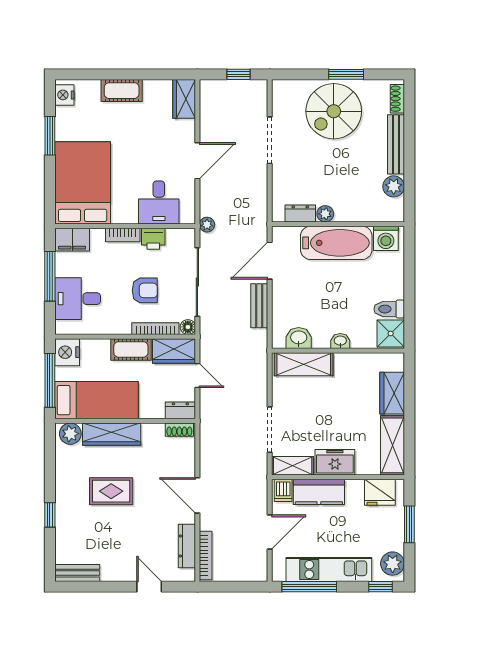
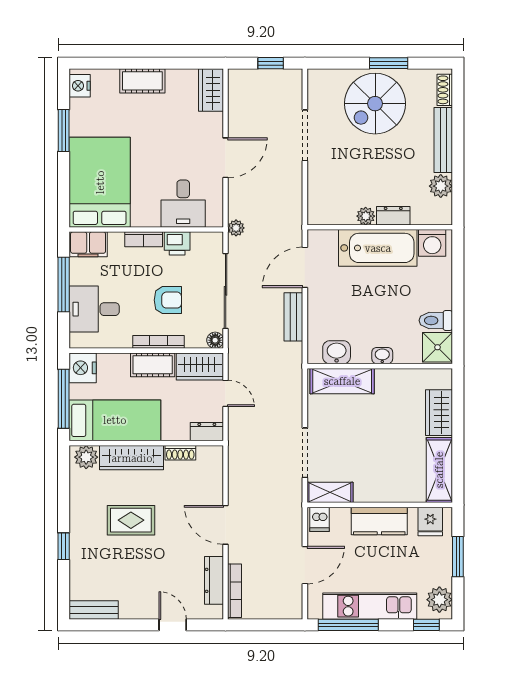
dresser: (300, 213) -> (393, 216), moved
bookcase: (155, 329) -> (158, 342), moved
shoe rack: (179, 430) -> (180, 453), moved
freezer: (335, 462) -> (376, 488), removed
kitchen counter: (319, 492) -> (379, 521), moved
fridge: (380, 492) -> (430, 521), width x0.72

